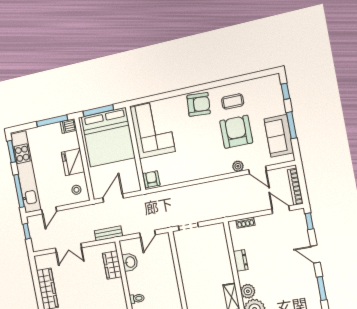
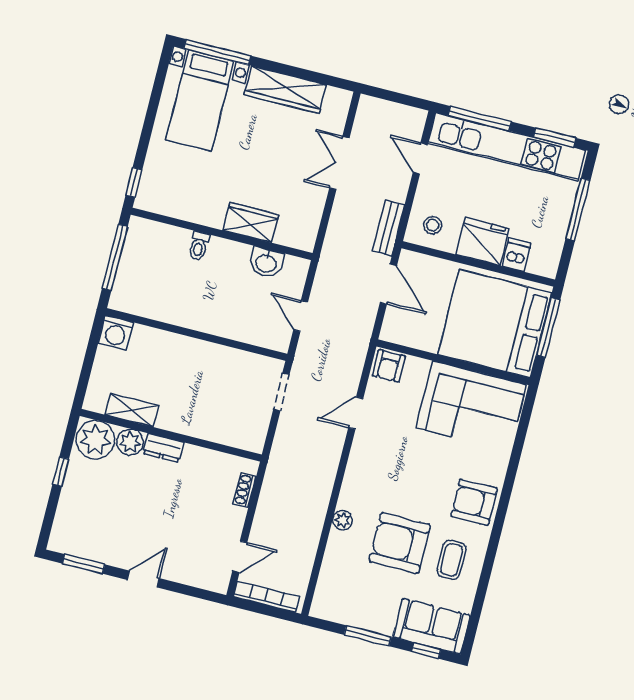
armchair: (199, 104) -> (474, 502), turned 86
window: (52, 121) -> (578, 209), moved
dishwasher: (68, 126) -> (517, 255), moved
armchair: (236, 132) -> (400, 543), turned 180
sofa: (279, 136) -> (432, 626), moved
door: (257, 170) -> (356, 413), moved
armchair: (152, 179) -> (389, 366), turned 90
window: (309, 221) -> (201, 594), removed
window: (27, 231) -> (403, 99), removed
bench: (108, 233) -> (389, 228), moved
dresser: (241, 260) -> (163, 448), moved
wardrobe: (112, 265) -> (251, 222), moved

